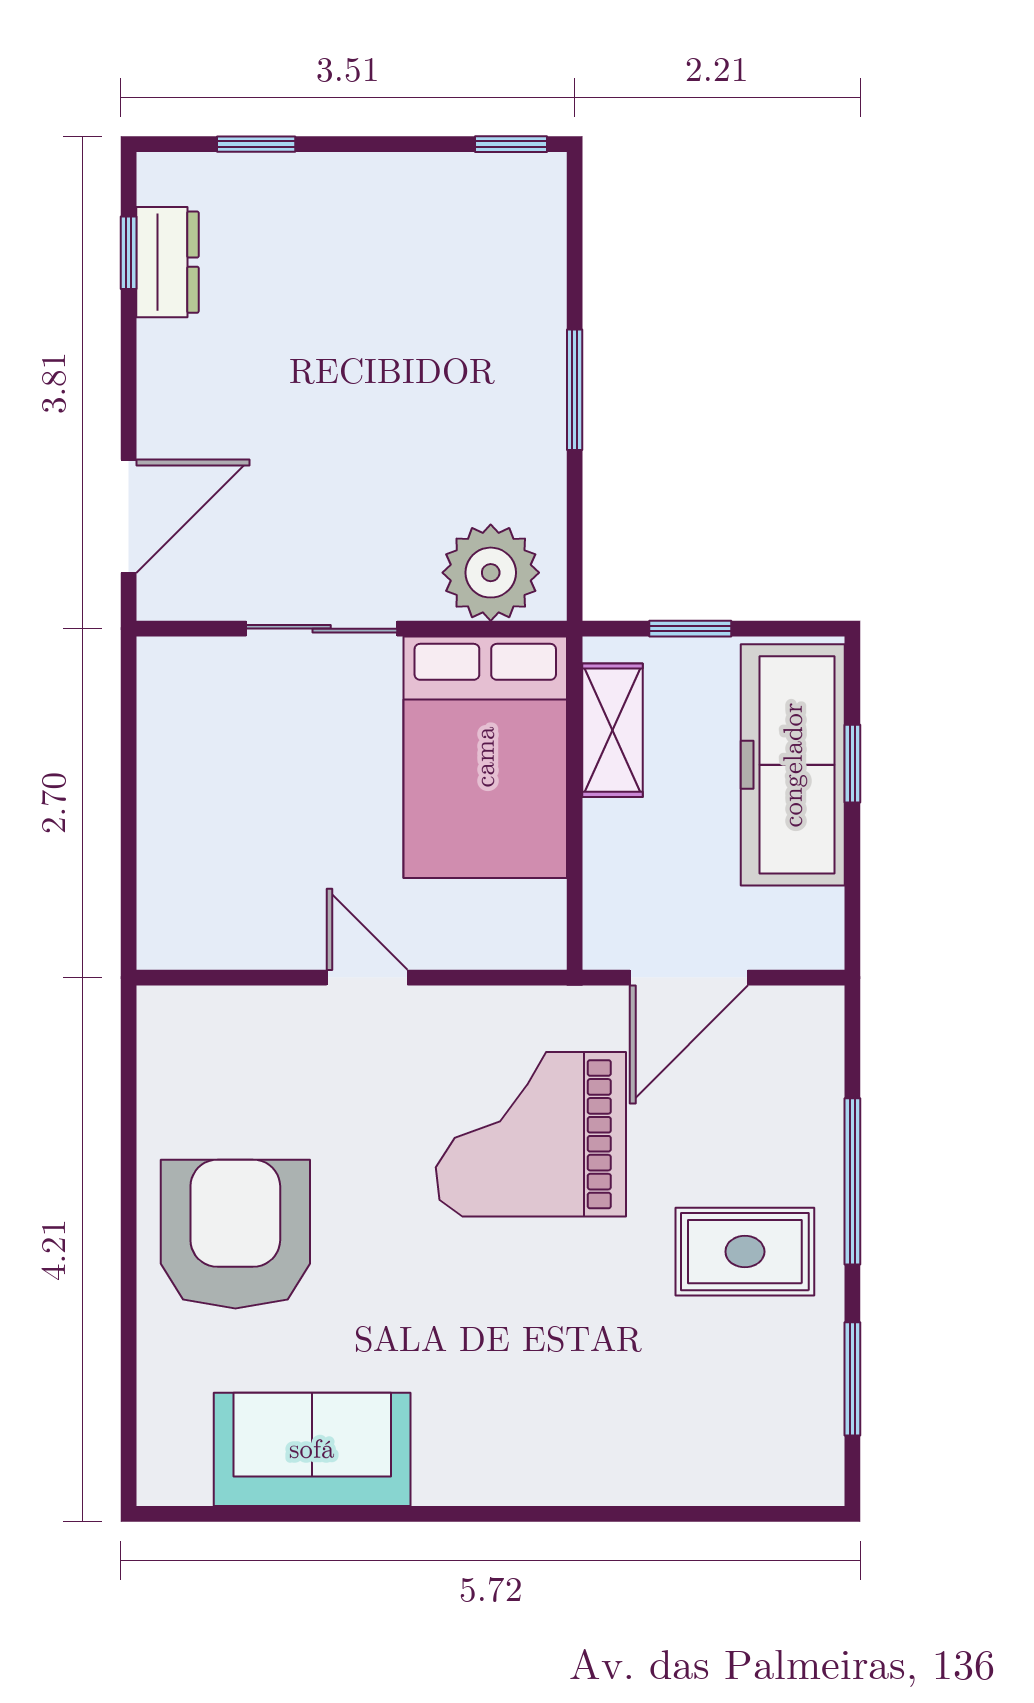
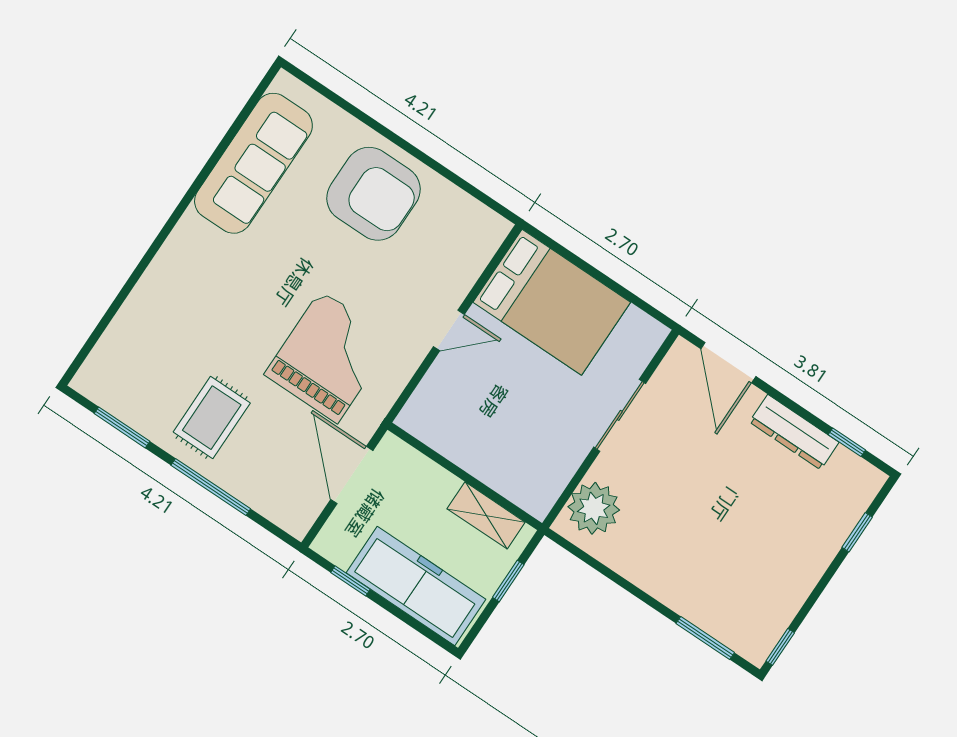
dresser: (167, 262) -> (794, 432), moved, width x1.44
window: (575, 390) -> (705, 638), moved
bed: (485, 757) -> (552, 302), moved, turned 180
window: (852, 764) -> (350, 581), moved
sofa: (312, 1449) -> (253, 163), width x1.36

